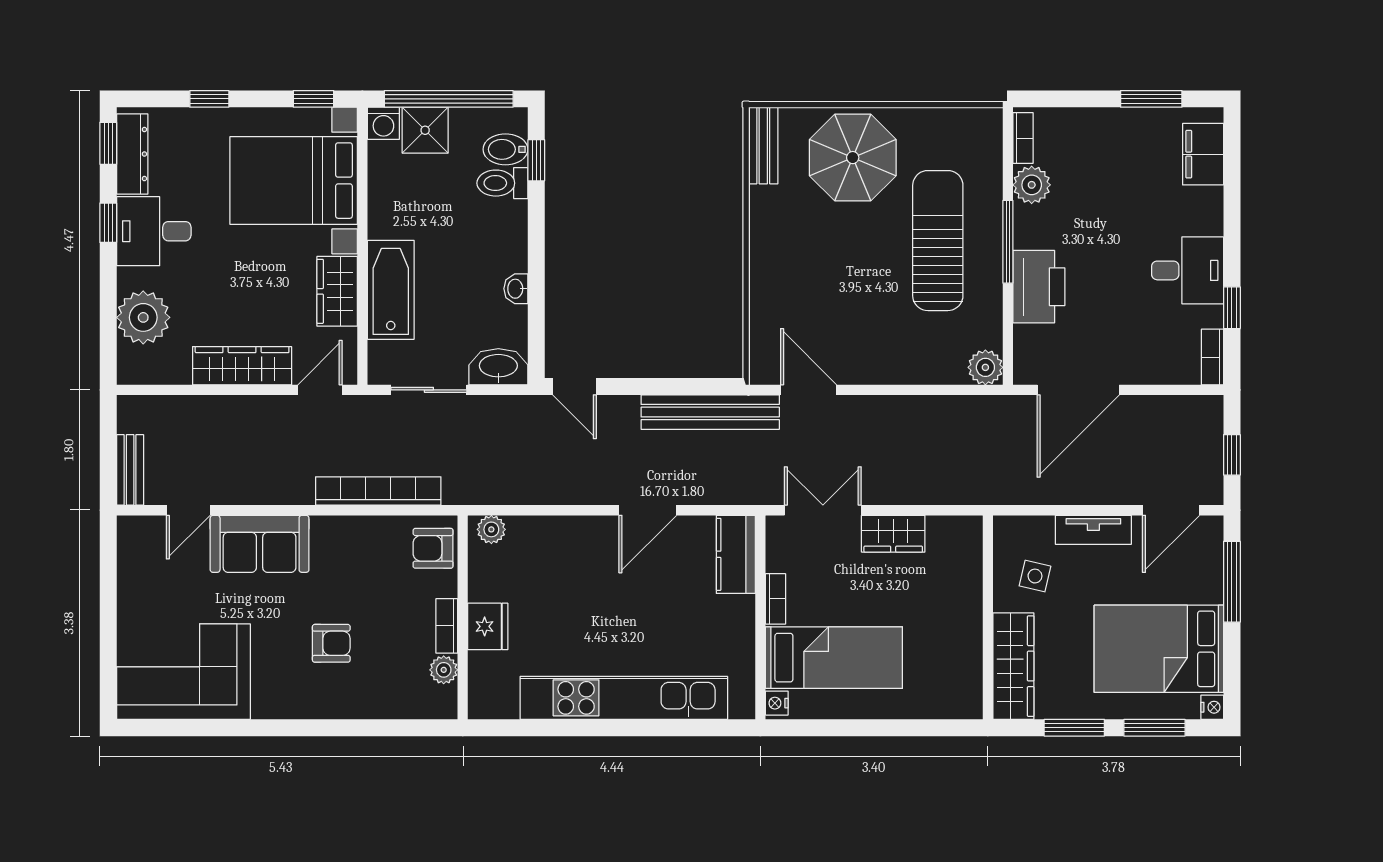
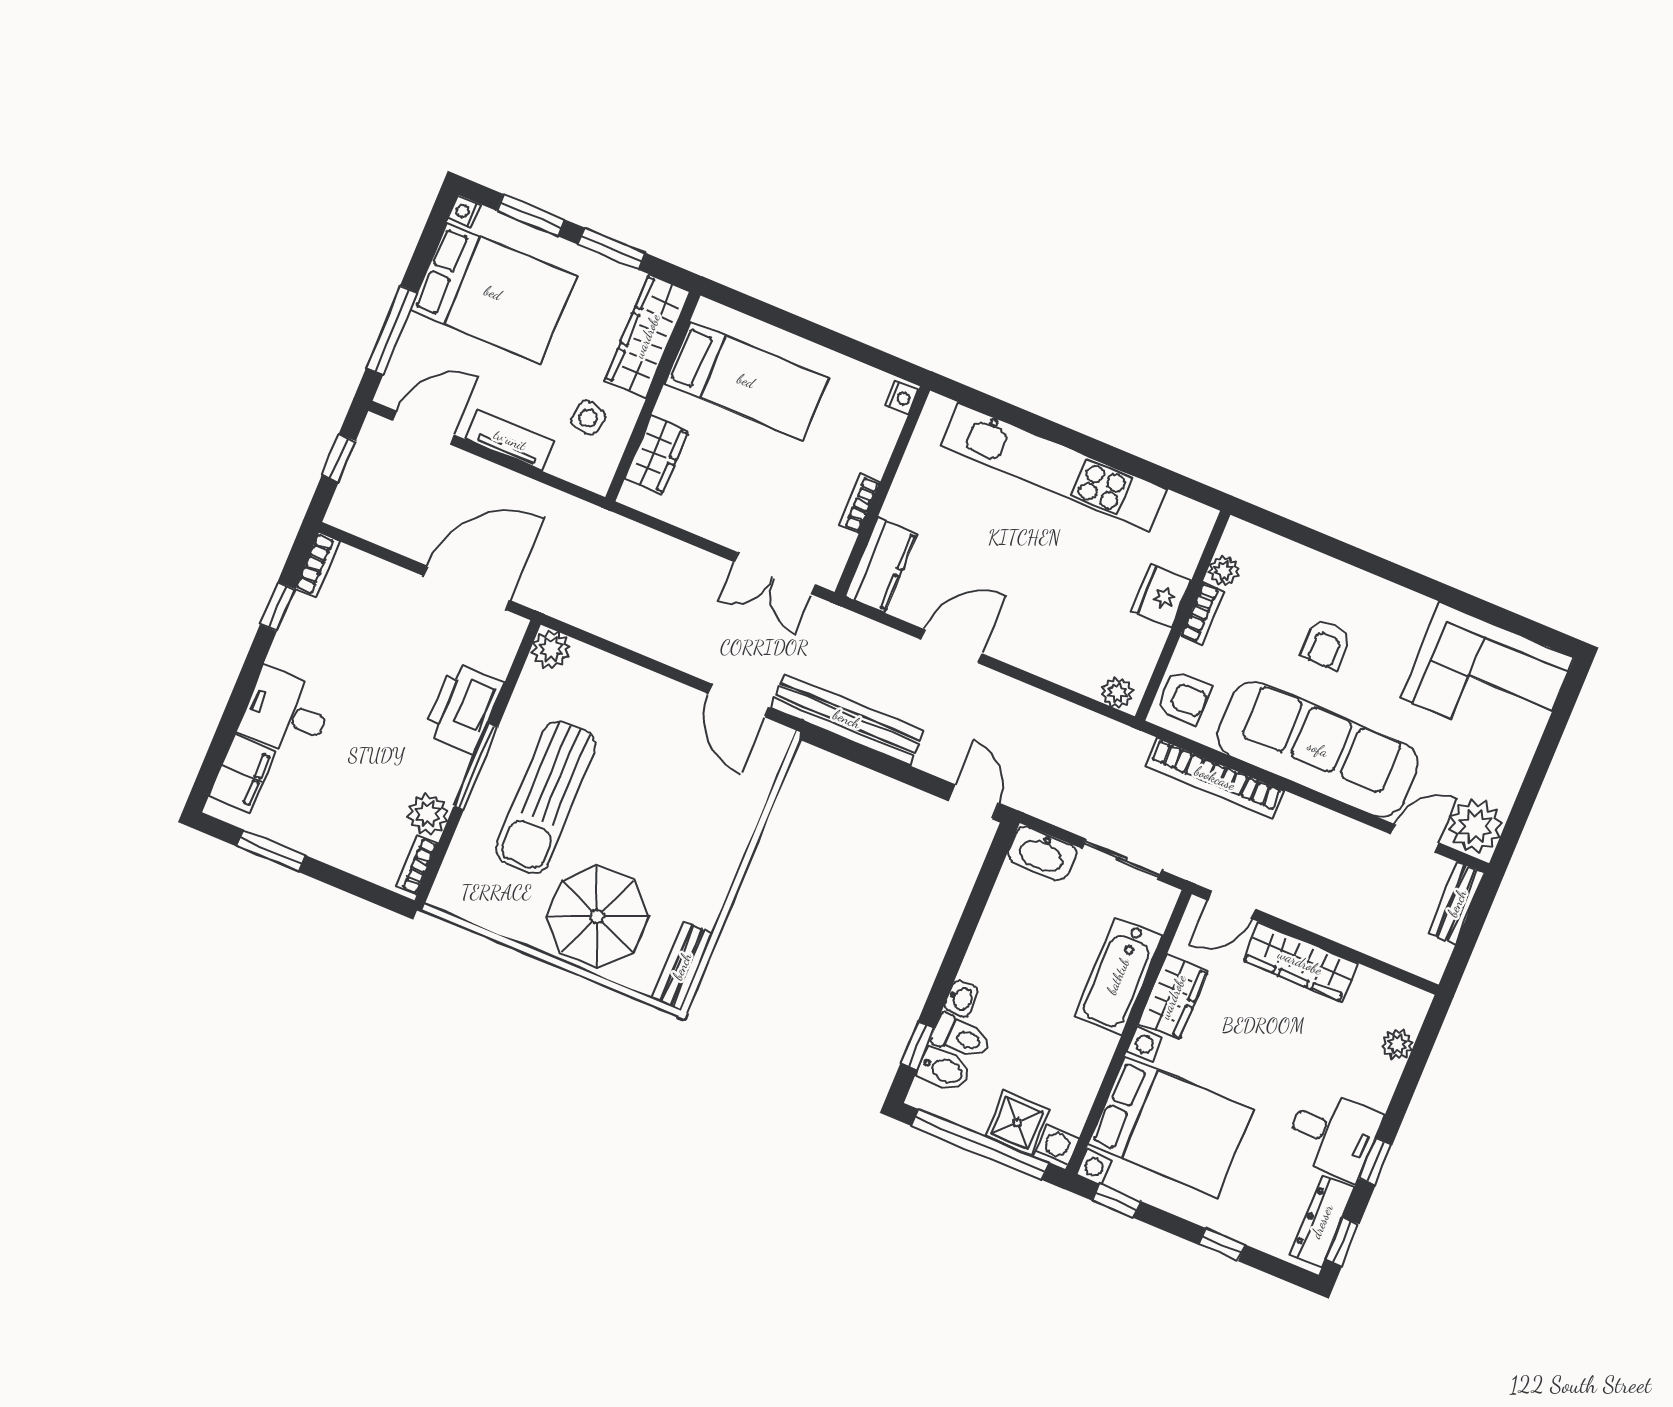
desk: (1188, 270) -> (286, 713), moved
washbasin: (516, 289) -> (961, 998), moved
plant: (143, 317) -> (1397, 1044), width x0.53, depth x0.53
wardrobe: (893, 534) -> (656, 455), moved, turned 90
plant: (141, 542) -> (1475, 826), added
sofa: (260, 544) -> (1318, 749), width x1.85, depth x1.27
armchair: (331, 643) -> (1326, 644), turned -90
bed: (834, 658) -> (746, 381), moved, turned 180

